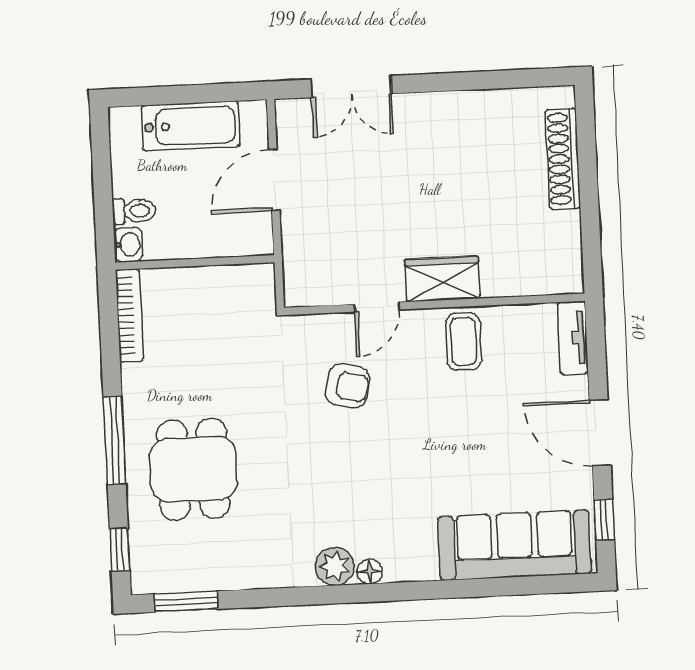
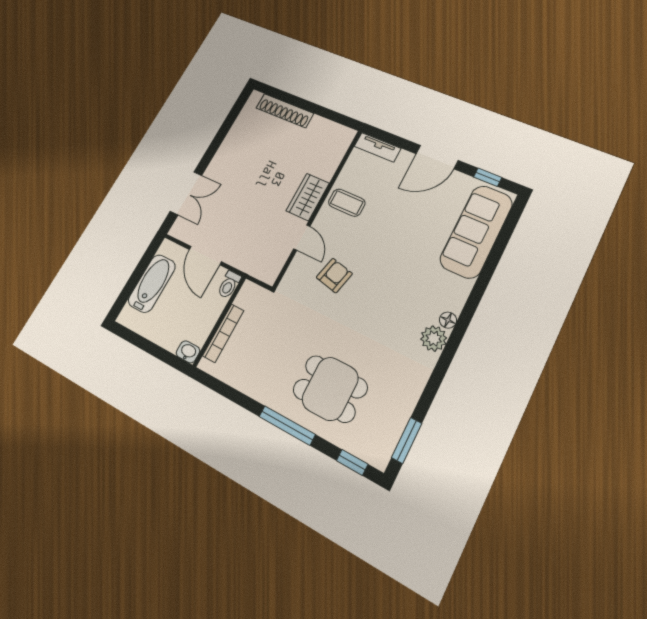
toilet: (134, 211) -> (229, 285), moved, turned 180
bookcase: (129, 315) -> (223, 333), moved, turned 90

